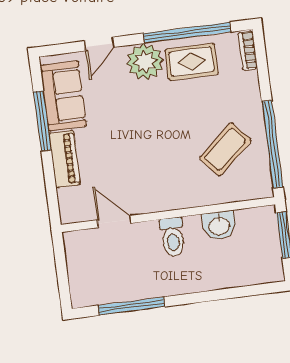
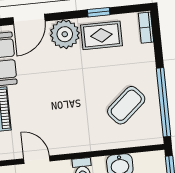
window: (187, 33) -> (99, 12), width x0.32
door: (99, 44) -> (29, 19), width x1.37

